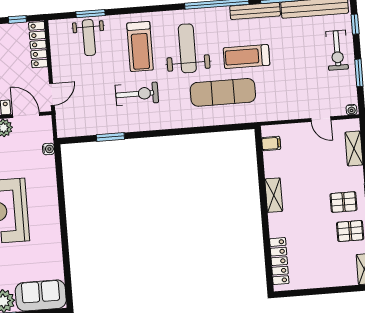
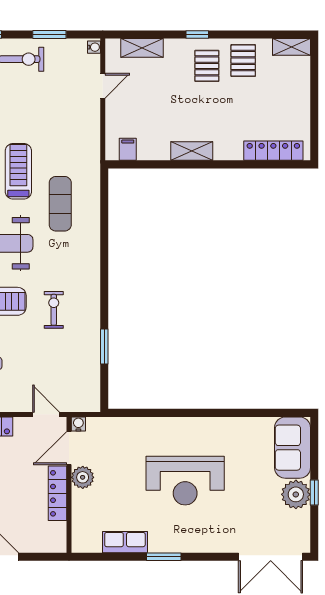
treadmill: (246, 57) -> (18, 171), turned 180
exercise mat: (223, 92) -> (60, 204), width x0.73, depth x0.69
exercise bike: (137, 94) -> (54, 310), width x0.73, depth x0.72
water cooler: (48, 149) -> (78, 424), moved

